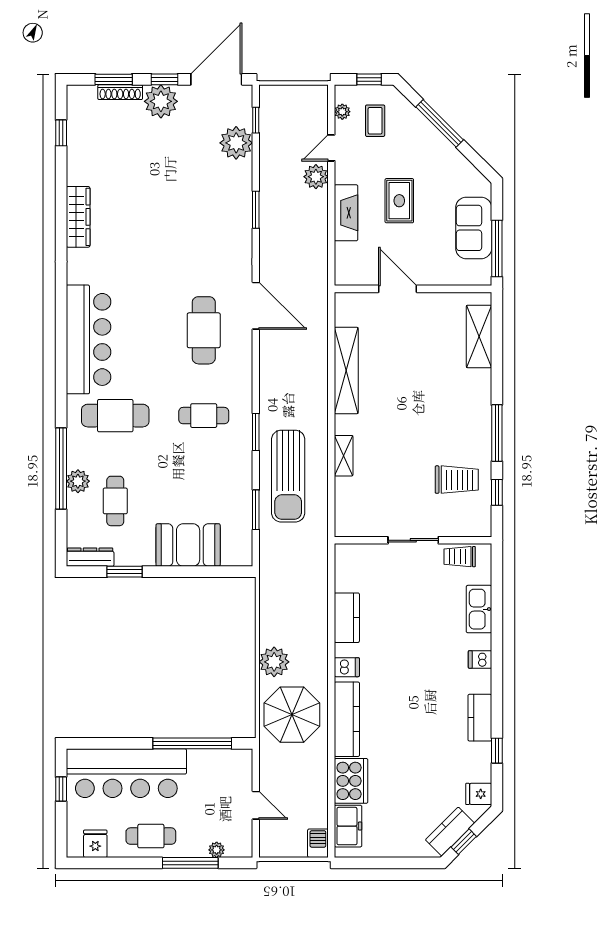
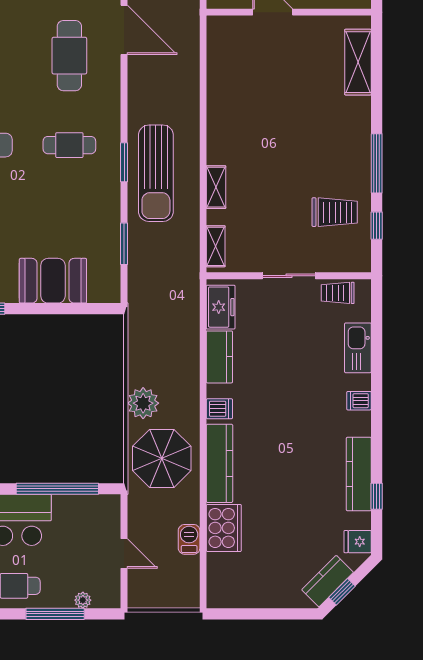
shelving: (346, 370) -> (216, 246), moved, width x0.45, depth x0.75
sun lounger: (288, 476) -> (156, 173), moved
kitchen counter: (480, 718) -> (359, 474), width x1.50
freezer: (348, 826) -> (221, 307), moved
barbecue: (318, 843) -> (189, 539), moved

